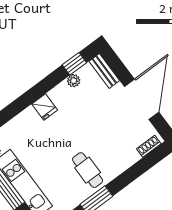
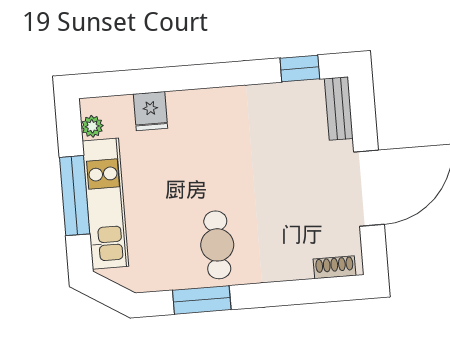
plant: (74, 81) -> (282, 94), removed
fridge: (45, 107) -> (151, 111), moved

